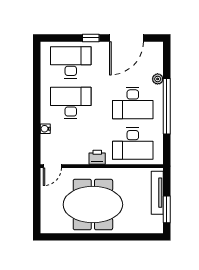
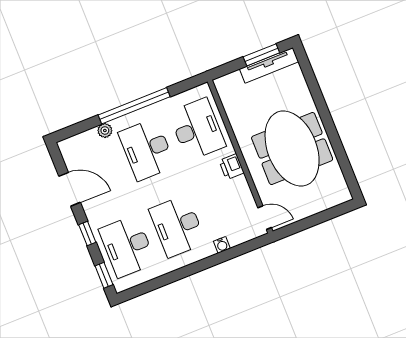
window: (57, 38) -> (104, 275), added
door: (127, 38) -> (70, 189), width x0.73
desk: (133, 103) -> (147, 149), turned 180
tv unit: (157, 193) -> (269, 65), moved

